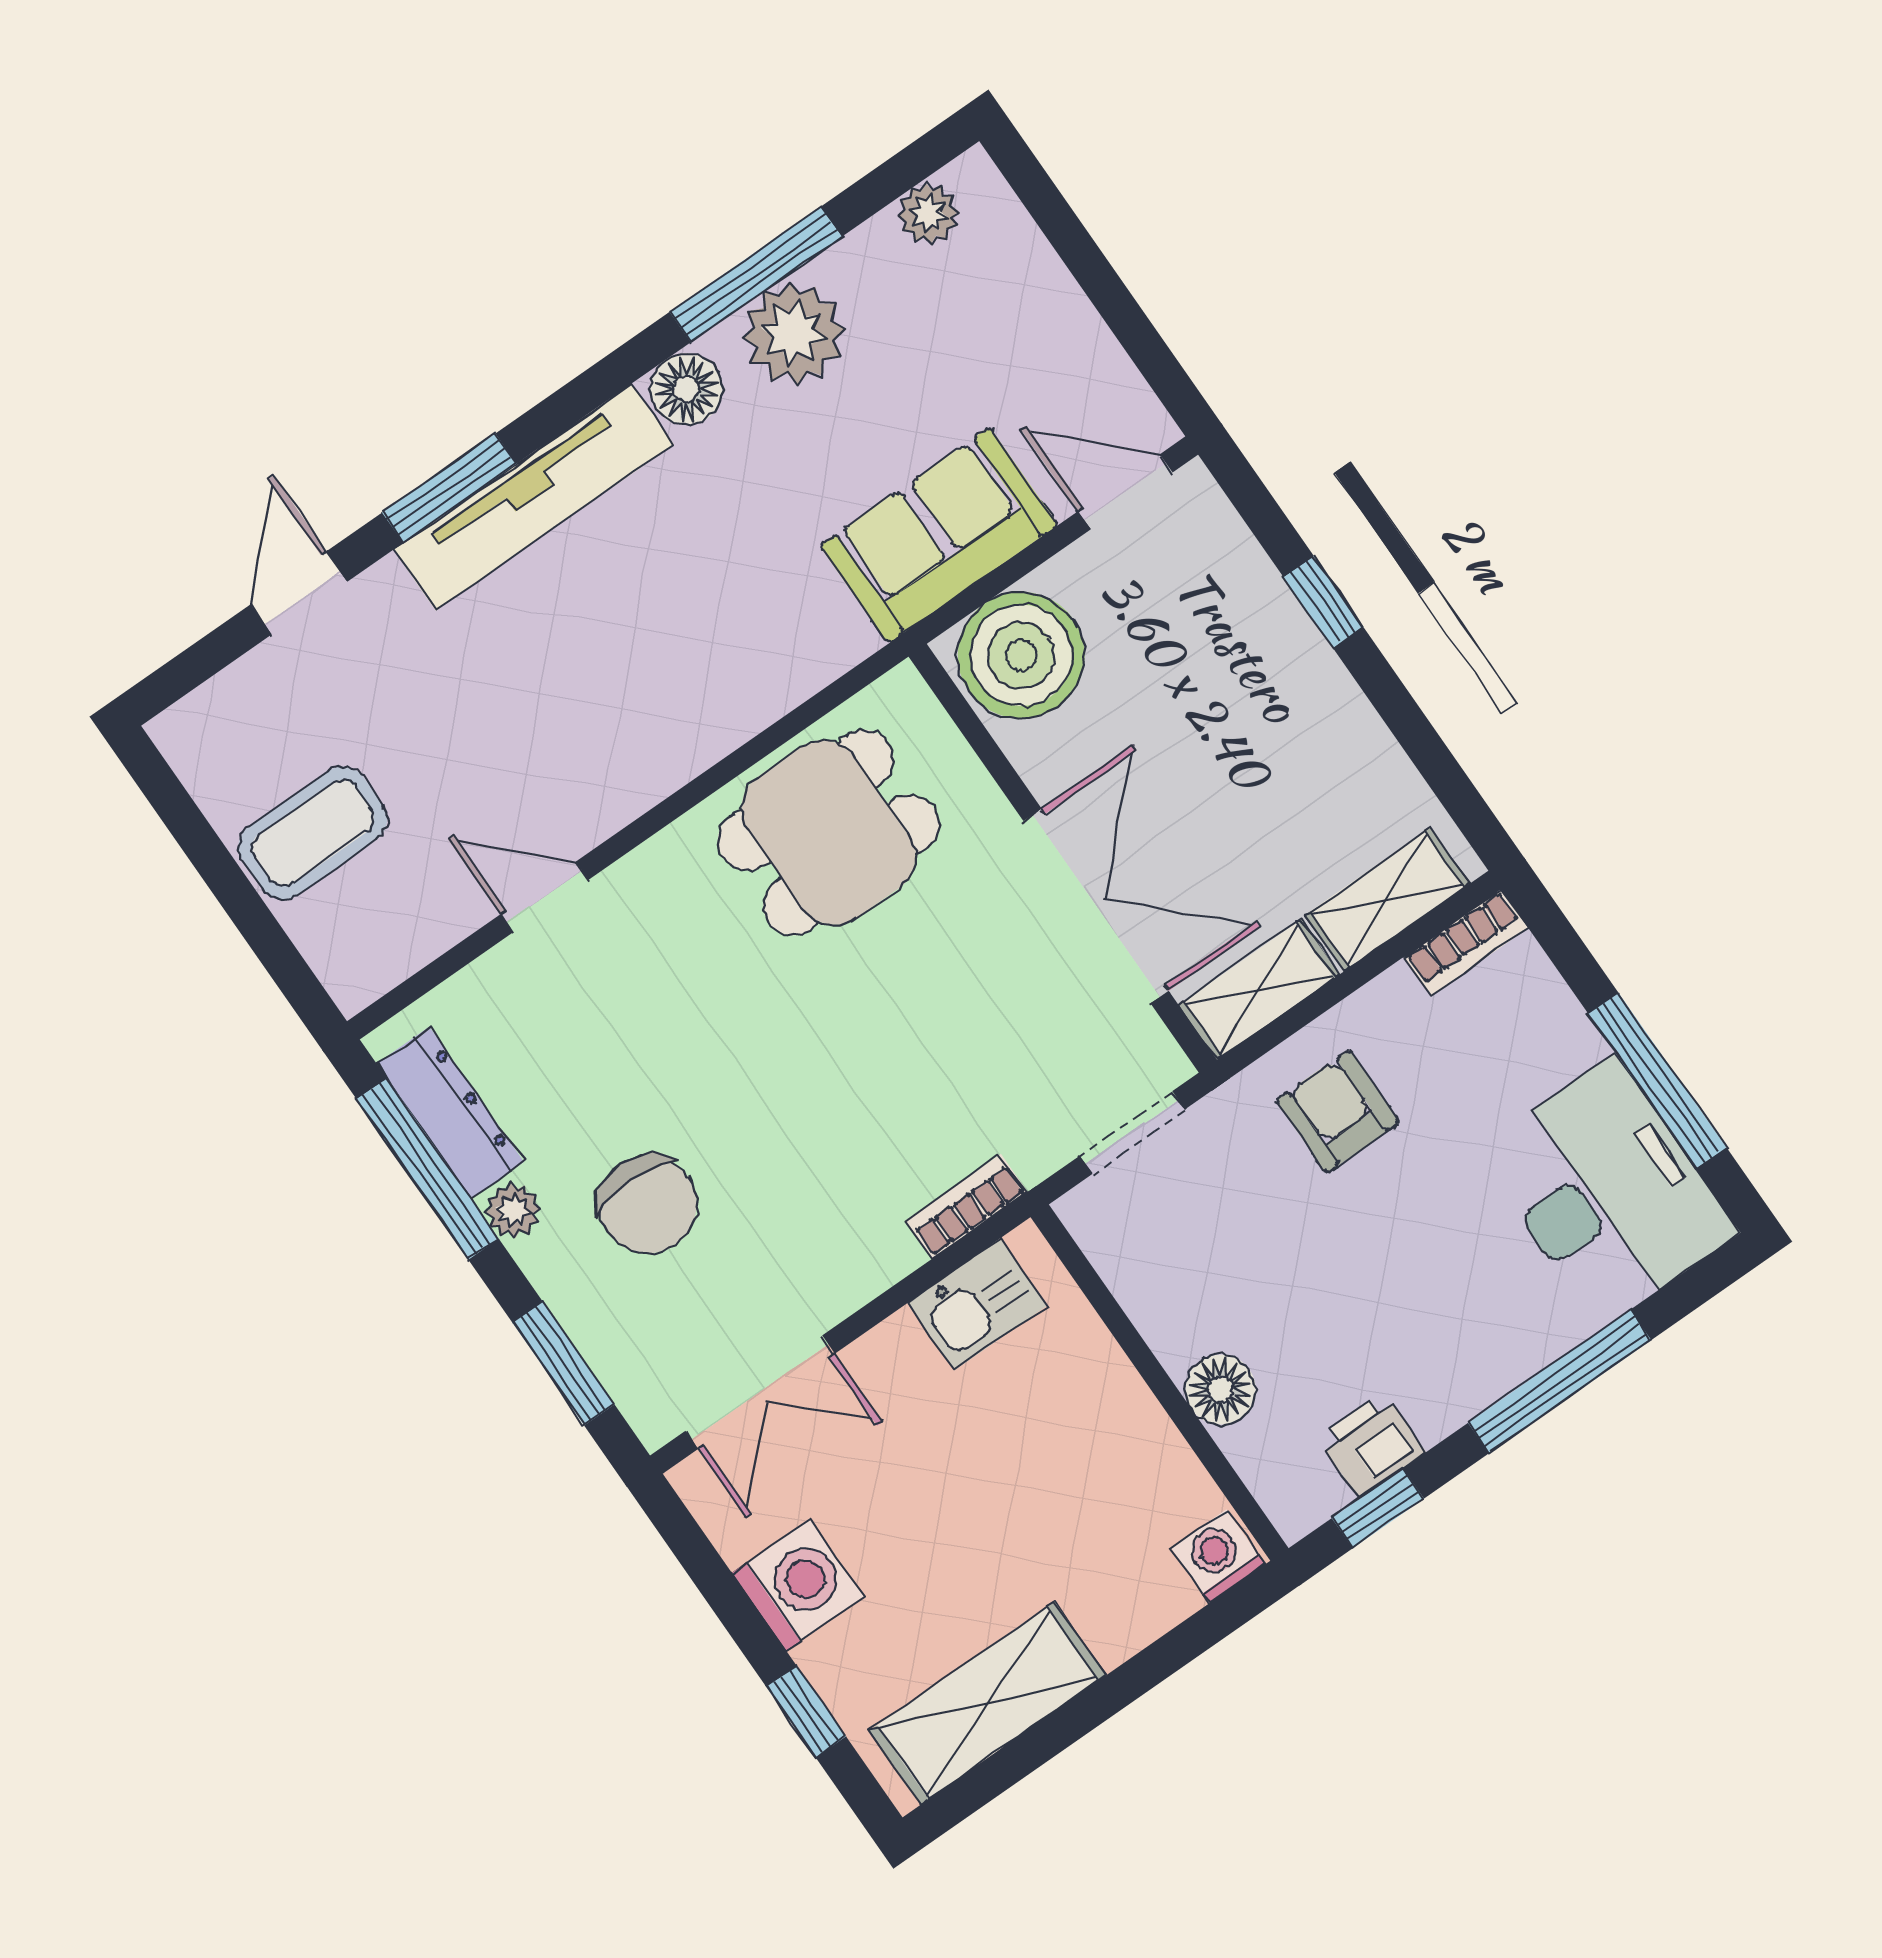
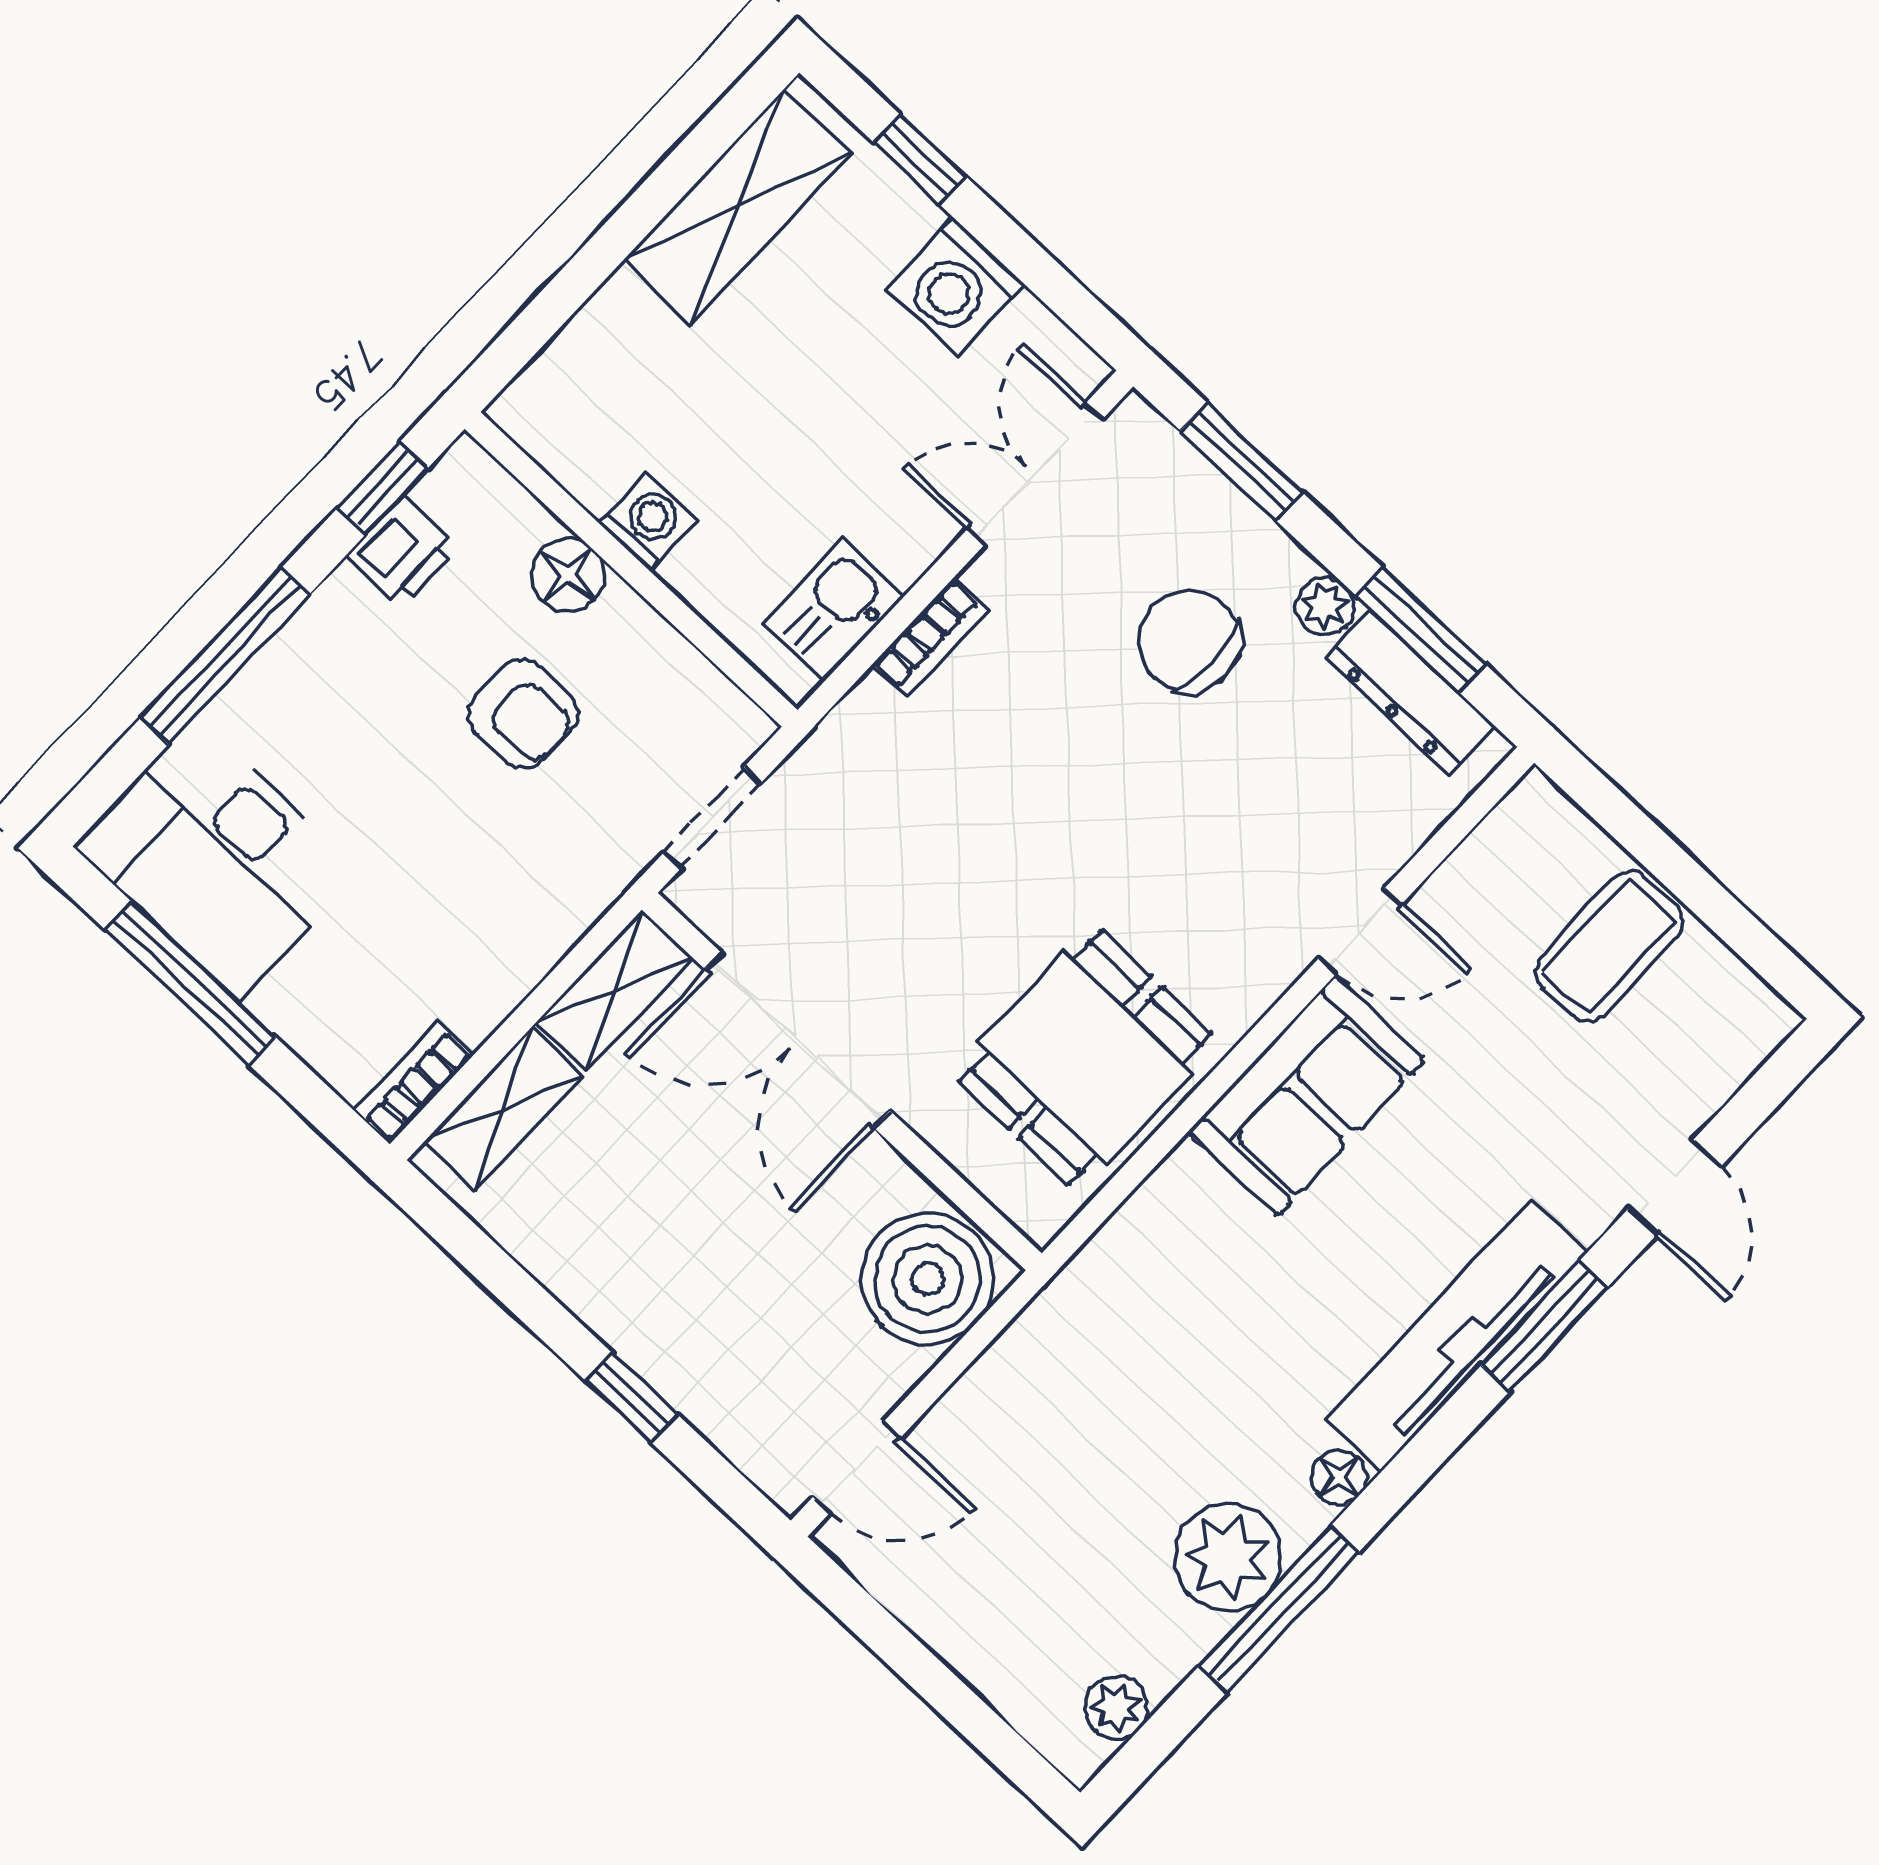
floor lamp: (686, 389) -> (1339, 1477), width x0.73, depth x0.73
sofa: (939, 535) -> (1306, 1096), moved
armchair: (1338, 1111) -> (523, 714), moved
window: (428, 1169) -> (1421, 630), width x0.69
bookcase: (966, 1206) -> (930, 638), moved
washing machine: (1218, 1556) -> (648, 522), moved, turned -90

